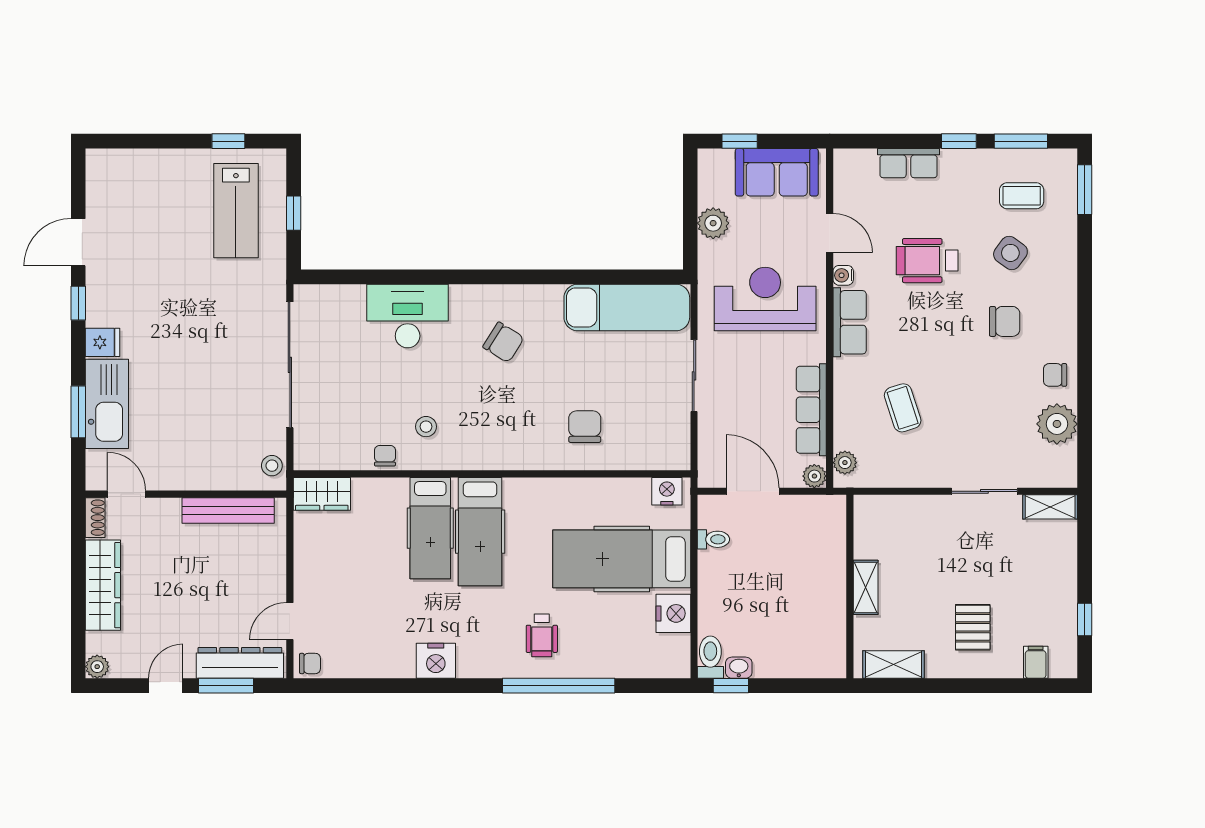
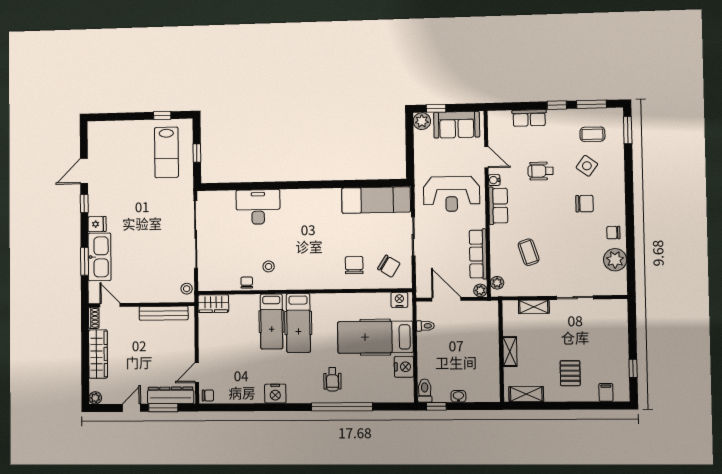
plant: (713, 223) -> (422, 121), moved
wheelchair: (927, 261) -> (541, 171), width x0.73, depth x0.73
reception desk: (765, 299) -> (451, 194), turned 180
chair: (503, 342) -> (389, 266), moved
shelving: (1050, 507) -> (534, 307), moved
washbasin: (739, 668) -> (458, 396), moved

